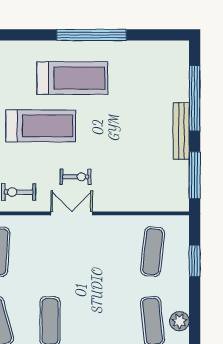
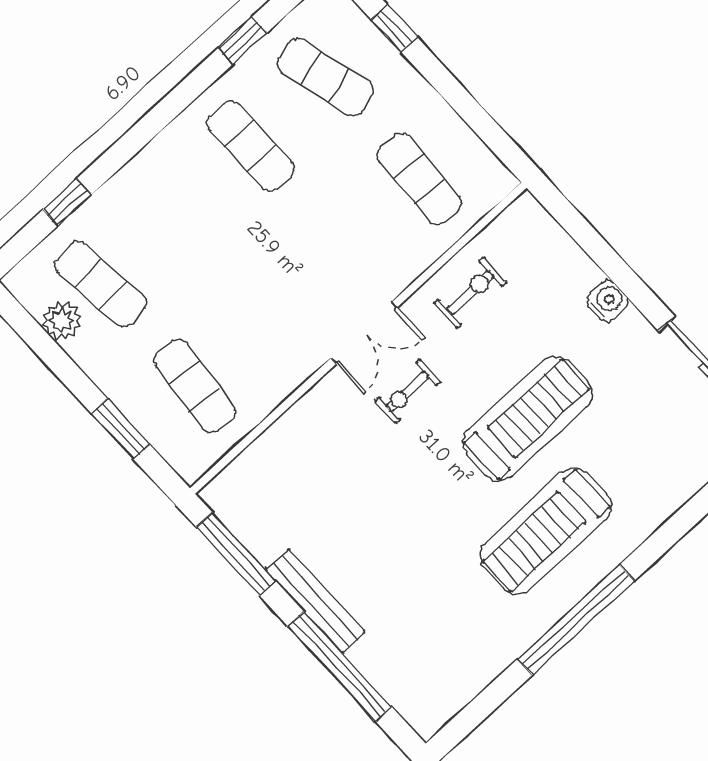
treadmill: (41, 126) -> (527, 419), turned 180

